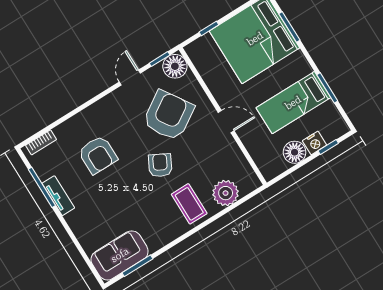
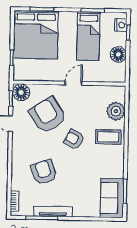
nightstand: (315, 143) -> (121, 25), moved
armchair: (98, 155) -> (44, 172), turned -109
tv unit: (58, 196) -> (53, 211), width x1.41

